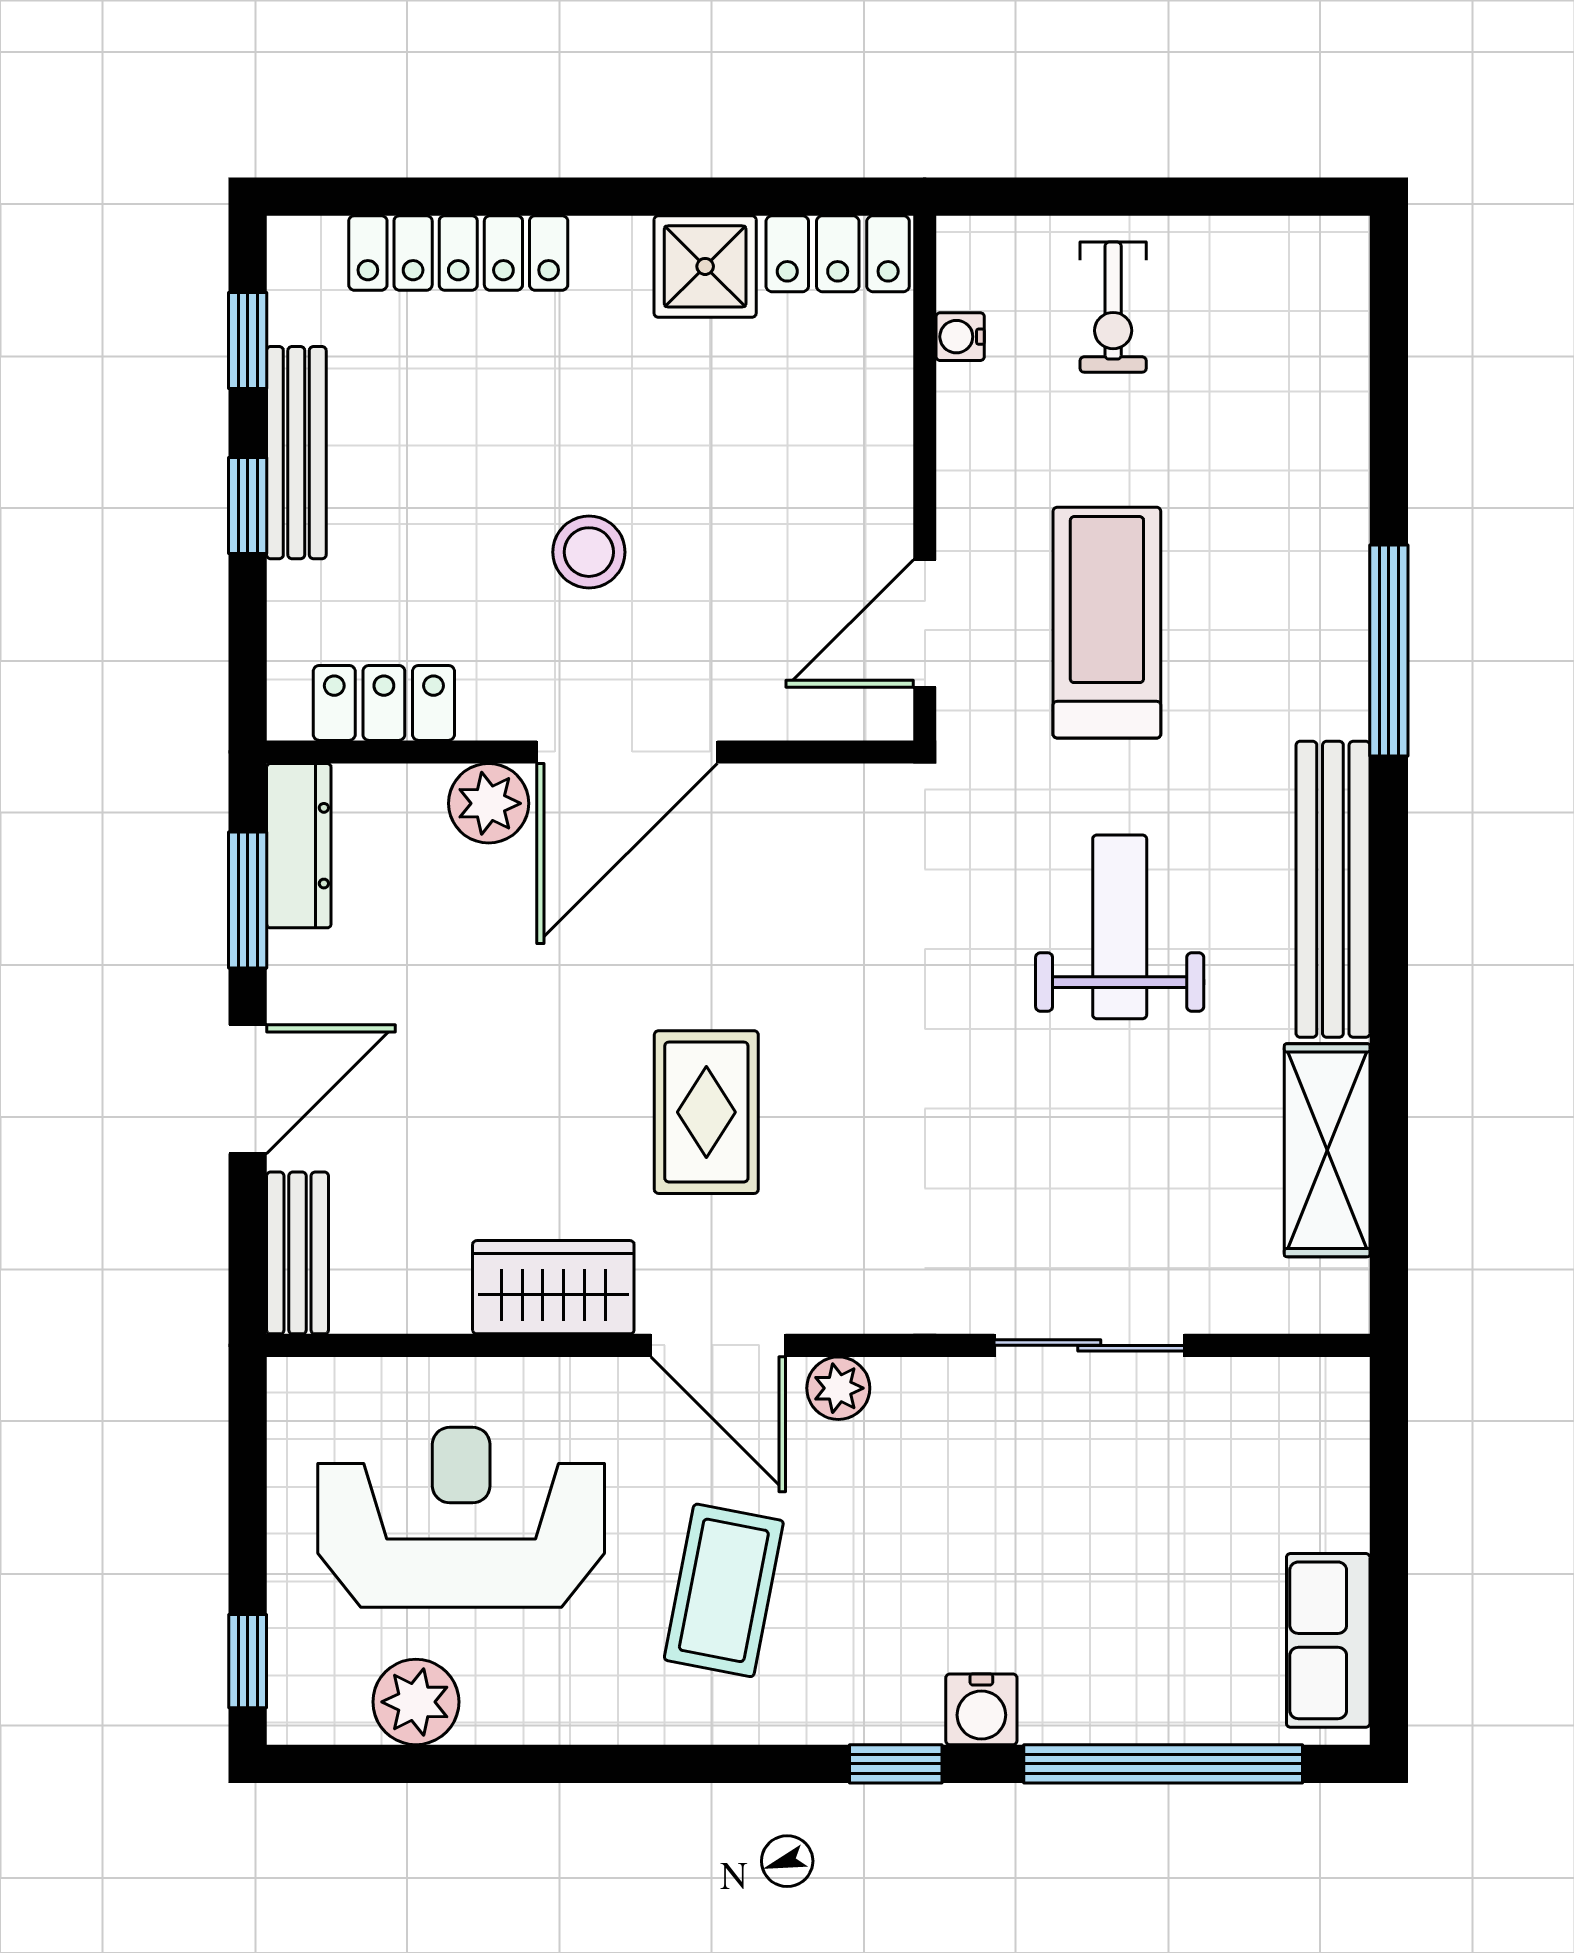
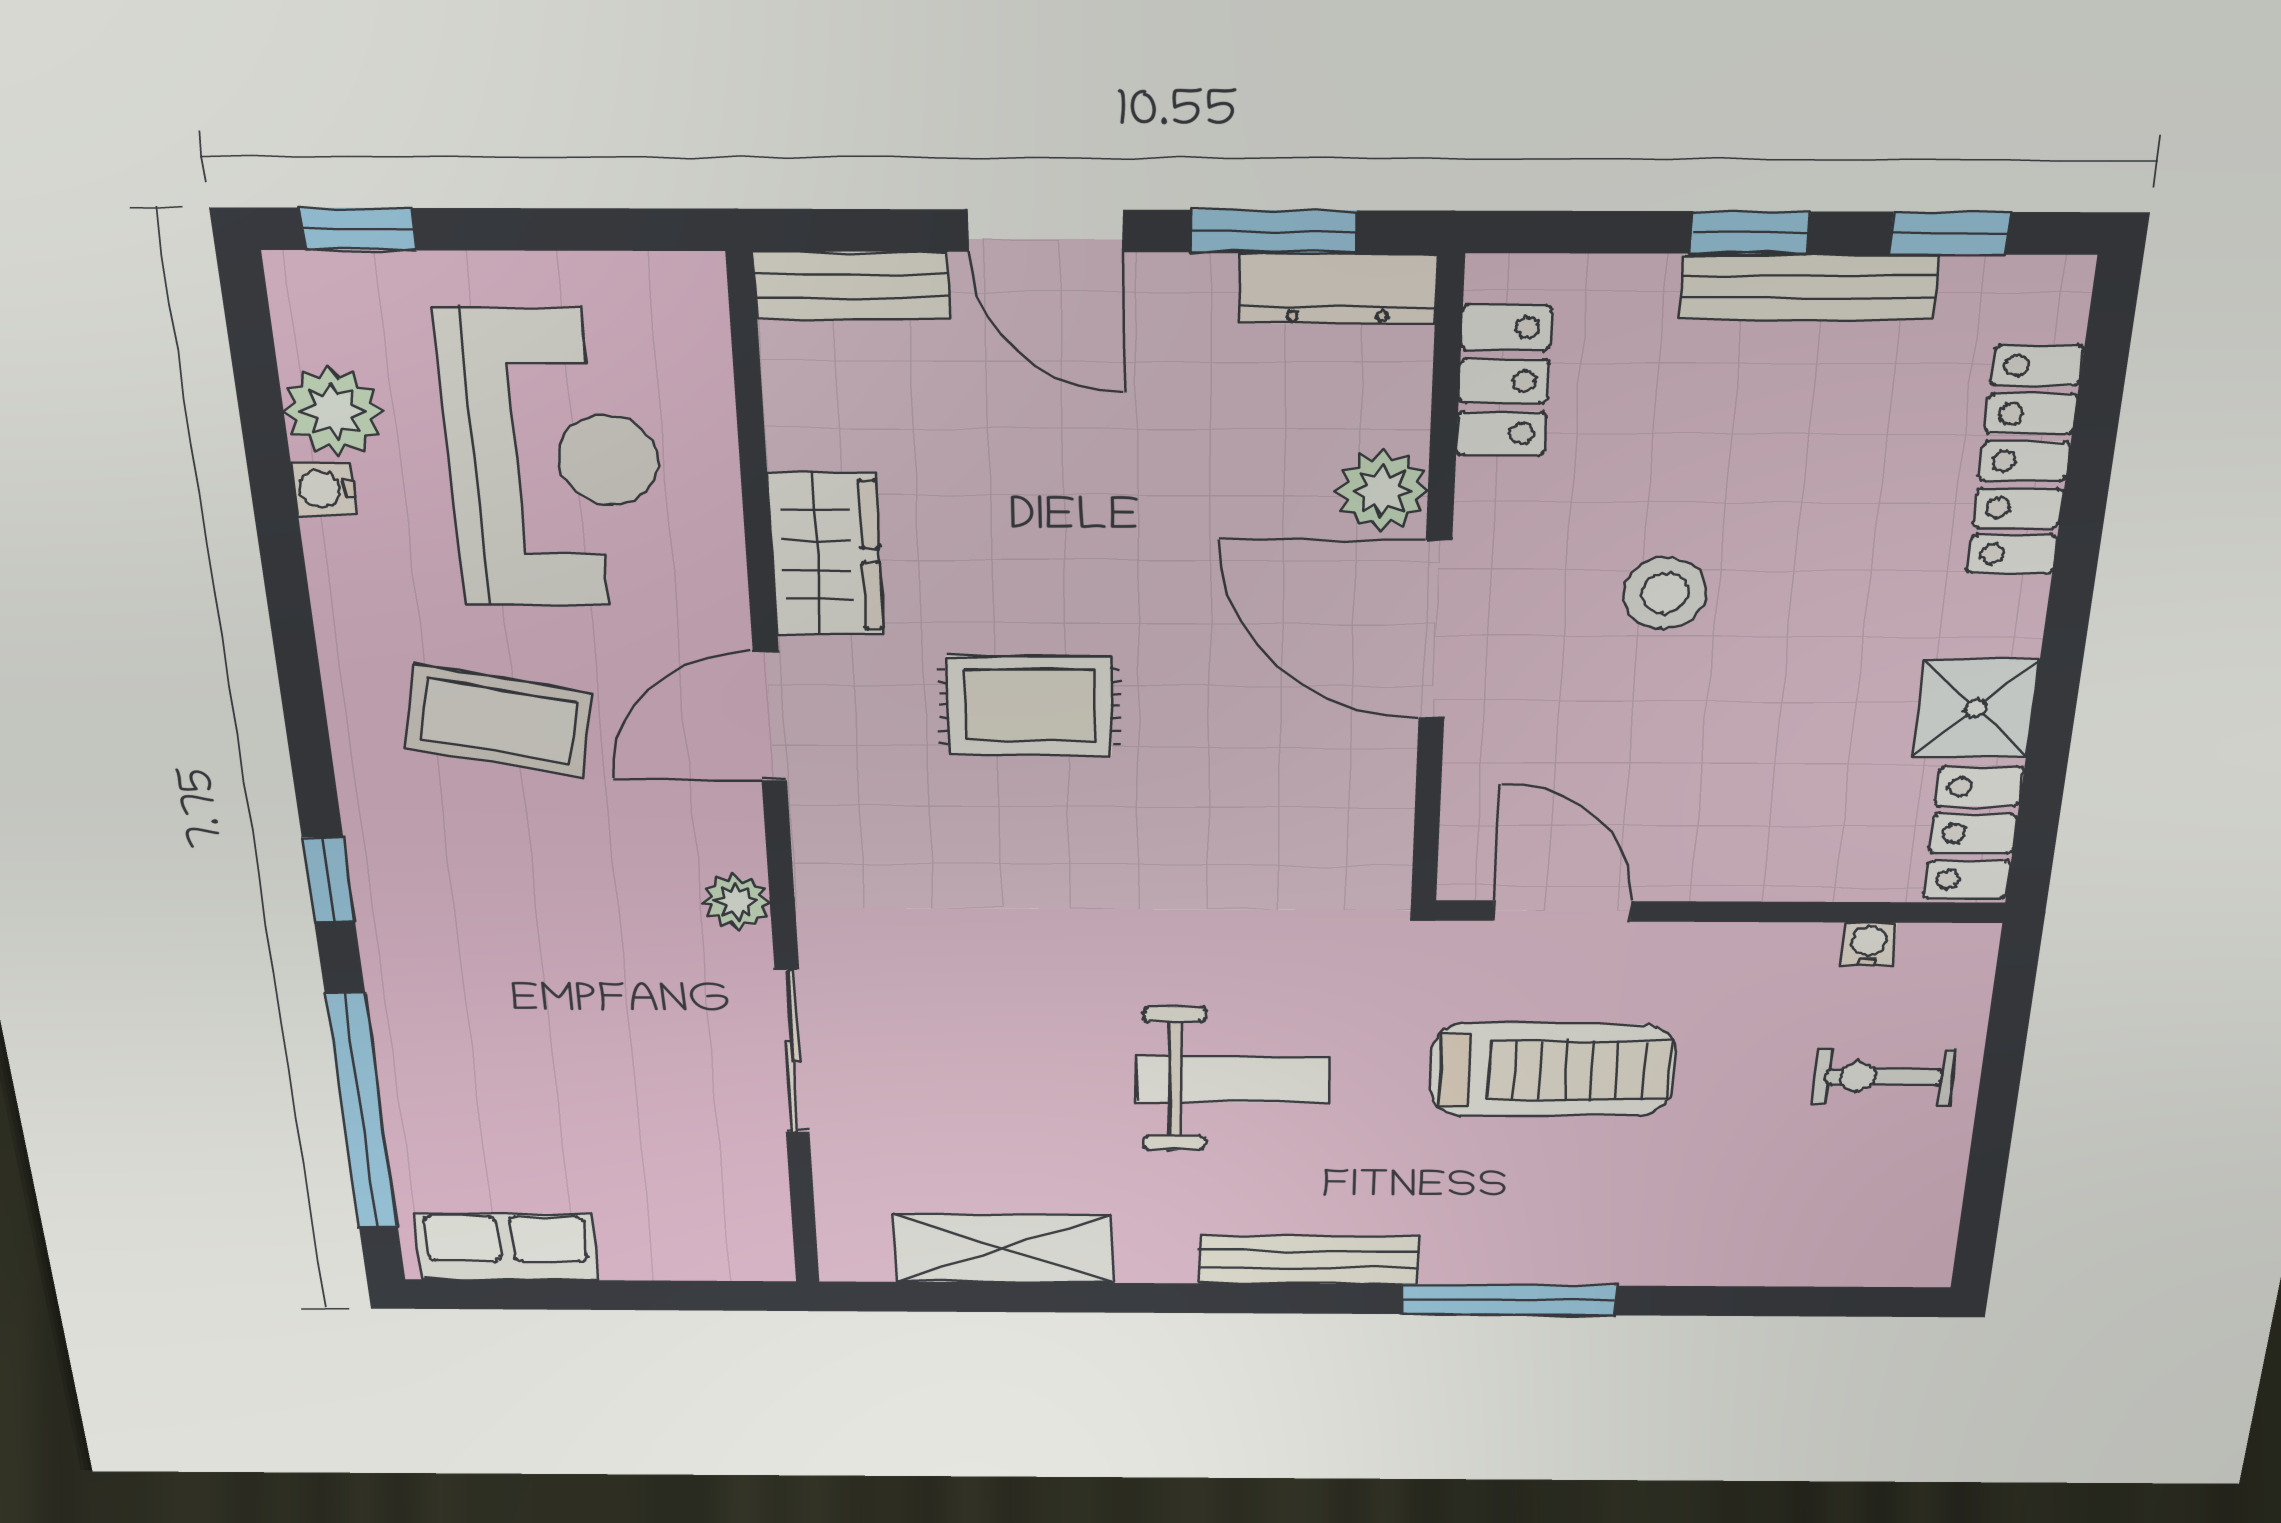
bench: (1333, 889) -> (1309, 1260), width x0.73, depth x0.82
plant: (838, 1388) -> (736, 902), moved
water cooler: (981, 1709) -> (324, 489), moved, width x0.72, depth x0.72

